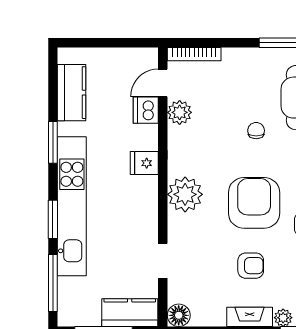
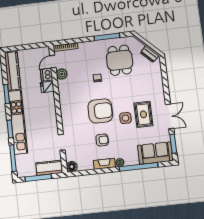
kitchen counter: (72, 93) -> (13, 71), width x1.50
fridge: (144, 163) -> (47, 87), moved
plant: (185, 194) -> (68, 111), removed
armchair: (254, 203) -> (100, 111), turned 90

